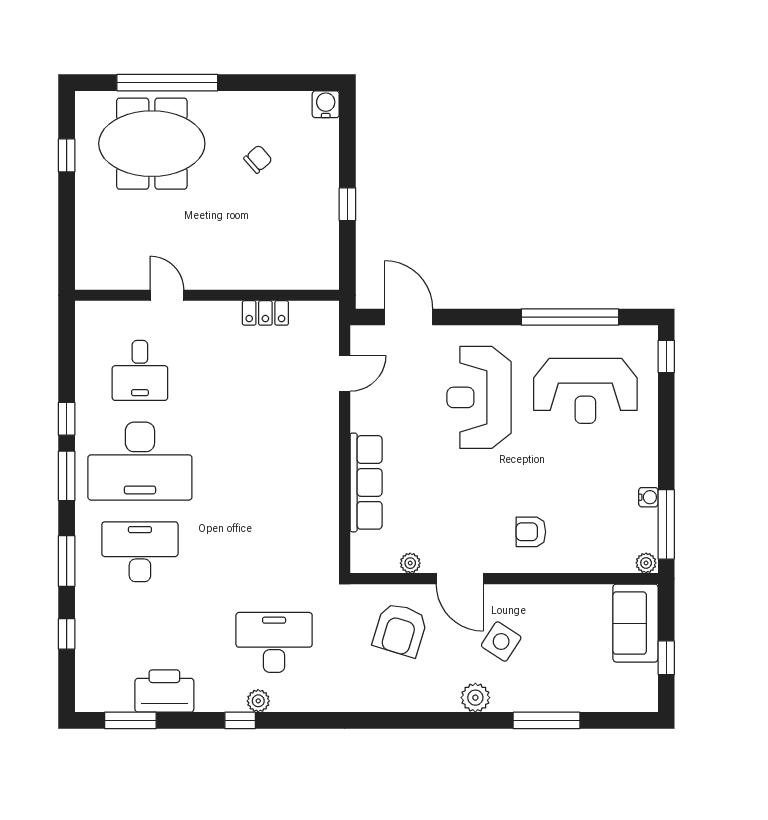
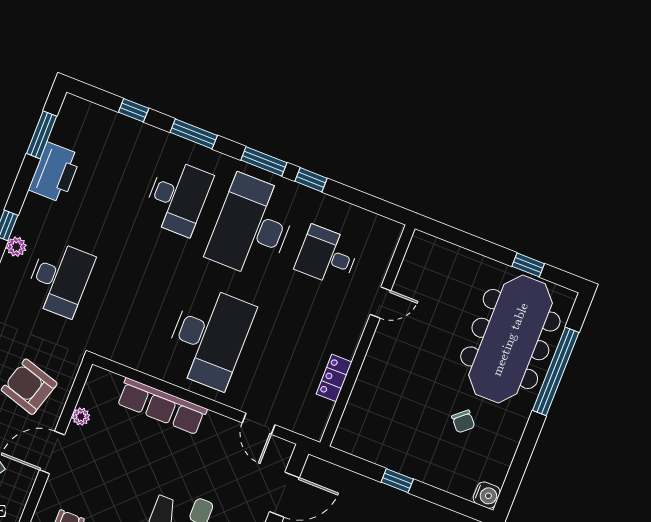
meeting table: (152, 144) -> (510, 339), width x1.36
desk: (274, 461) -> (209, 337), added

